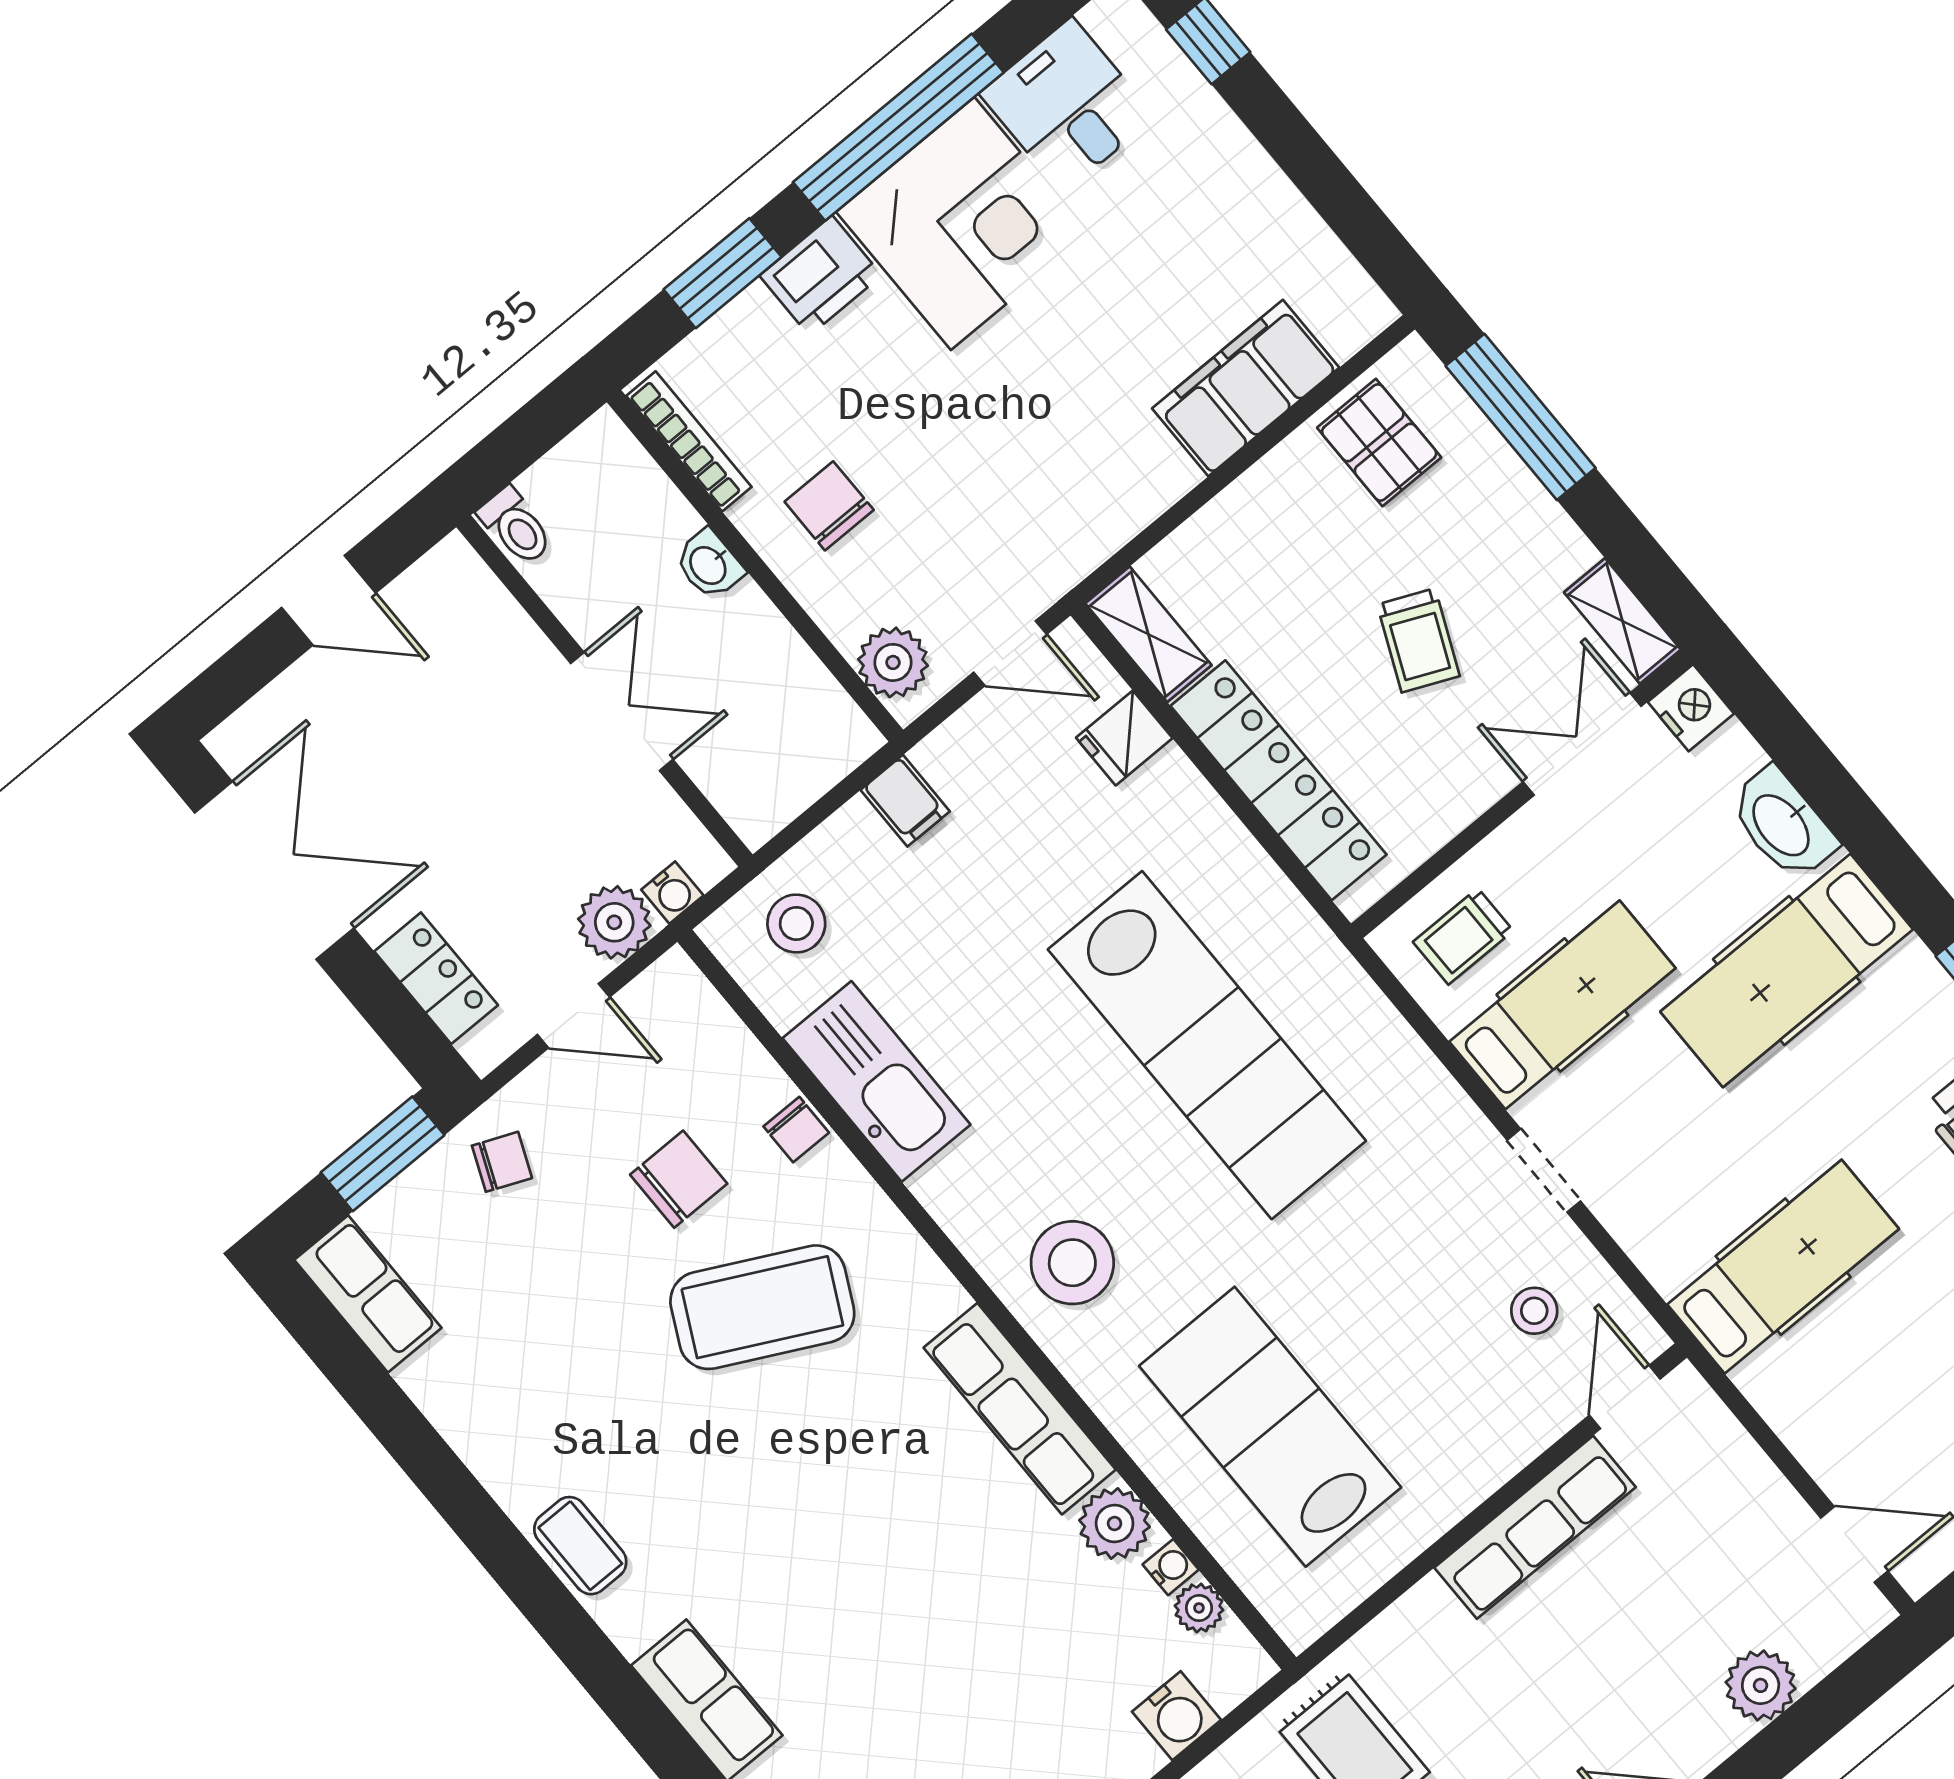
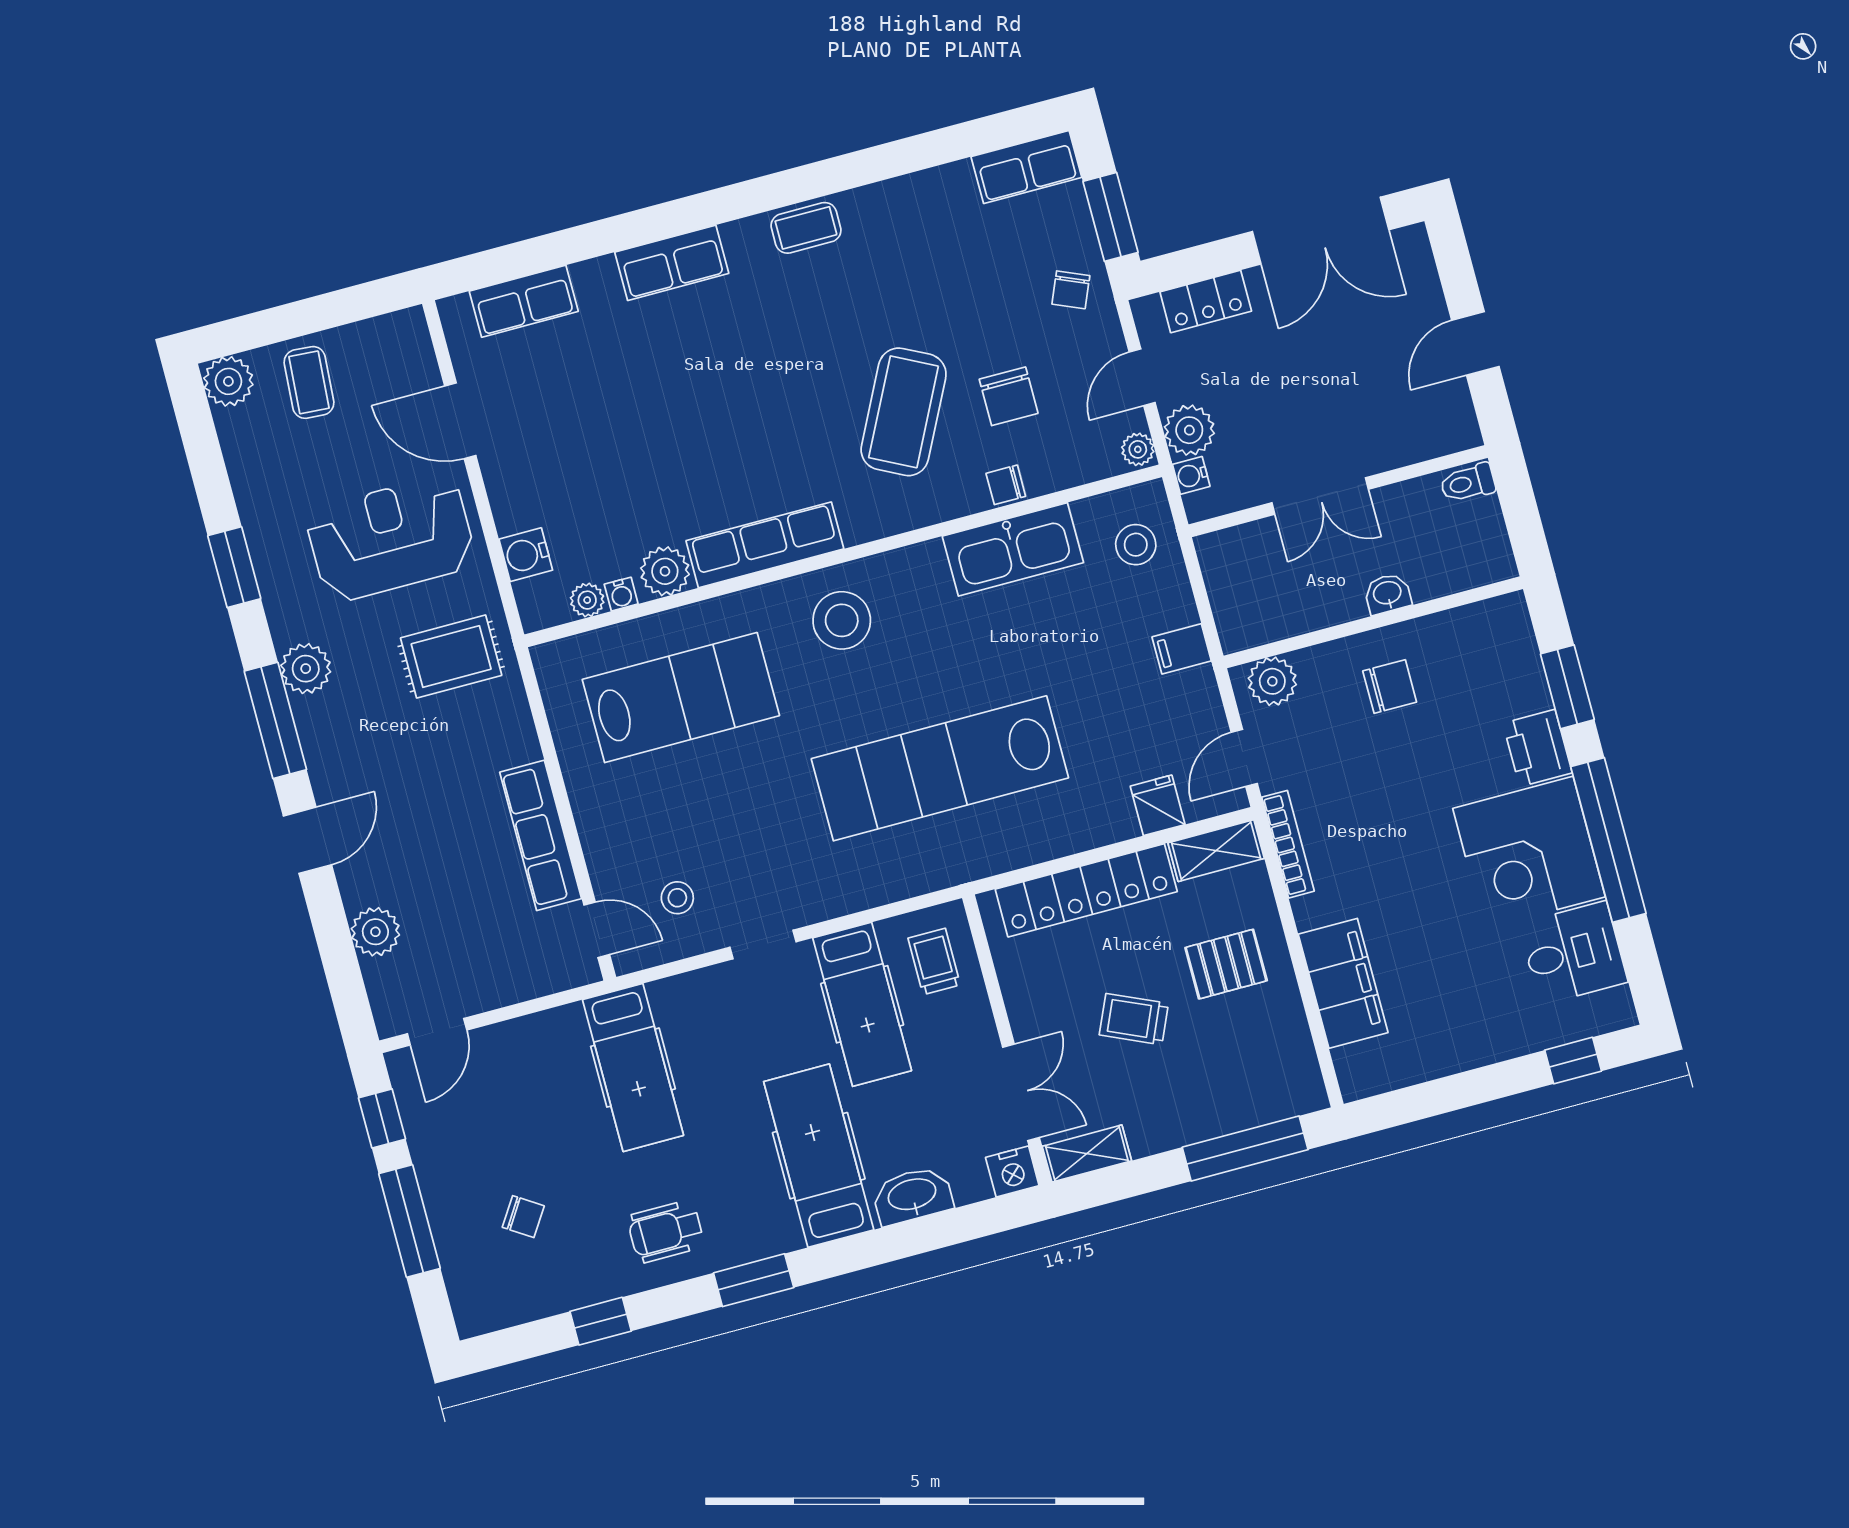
bookcase: (689, 441) -> (1288, 844), moved, turned -90
pallet: (1379, 442) -> (1226, 964), moved
plant: (670, 978) -> (1138, 449), added

